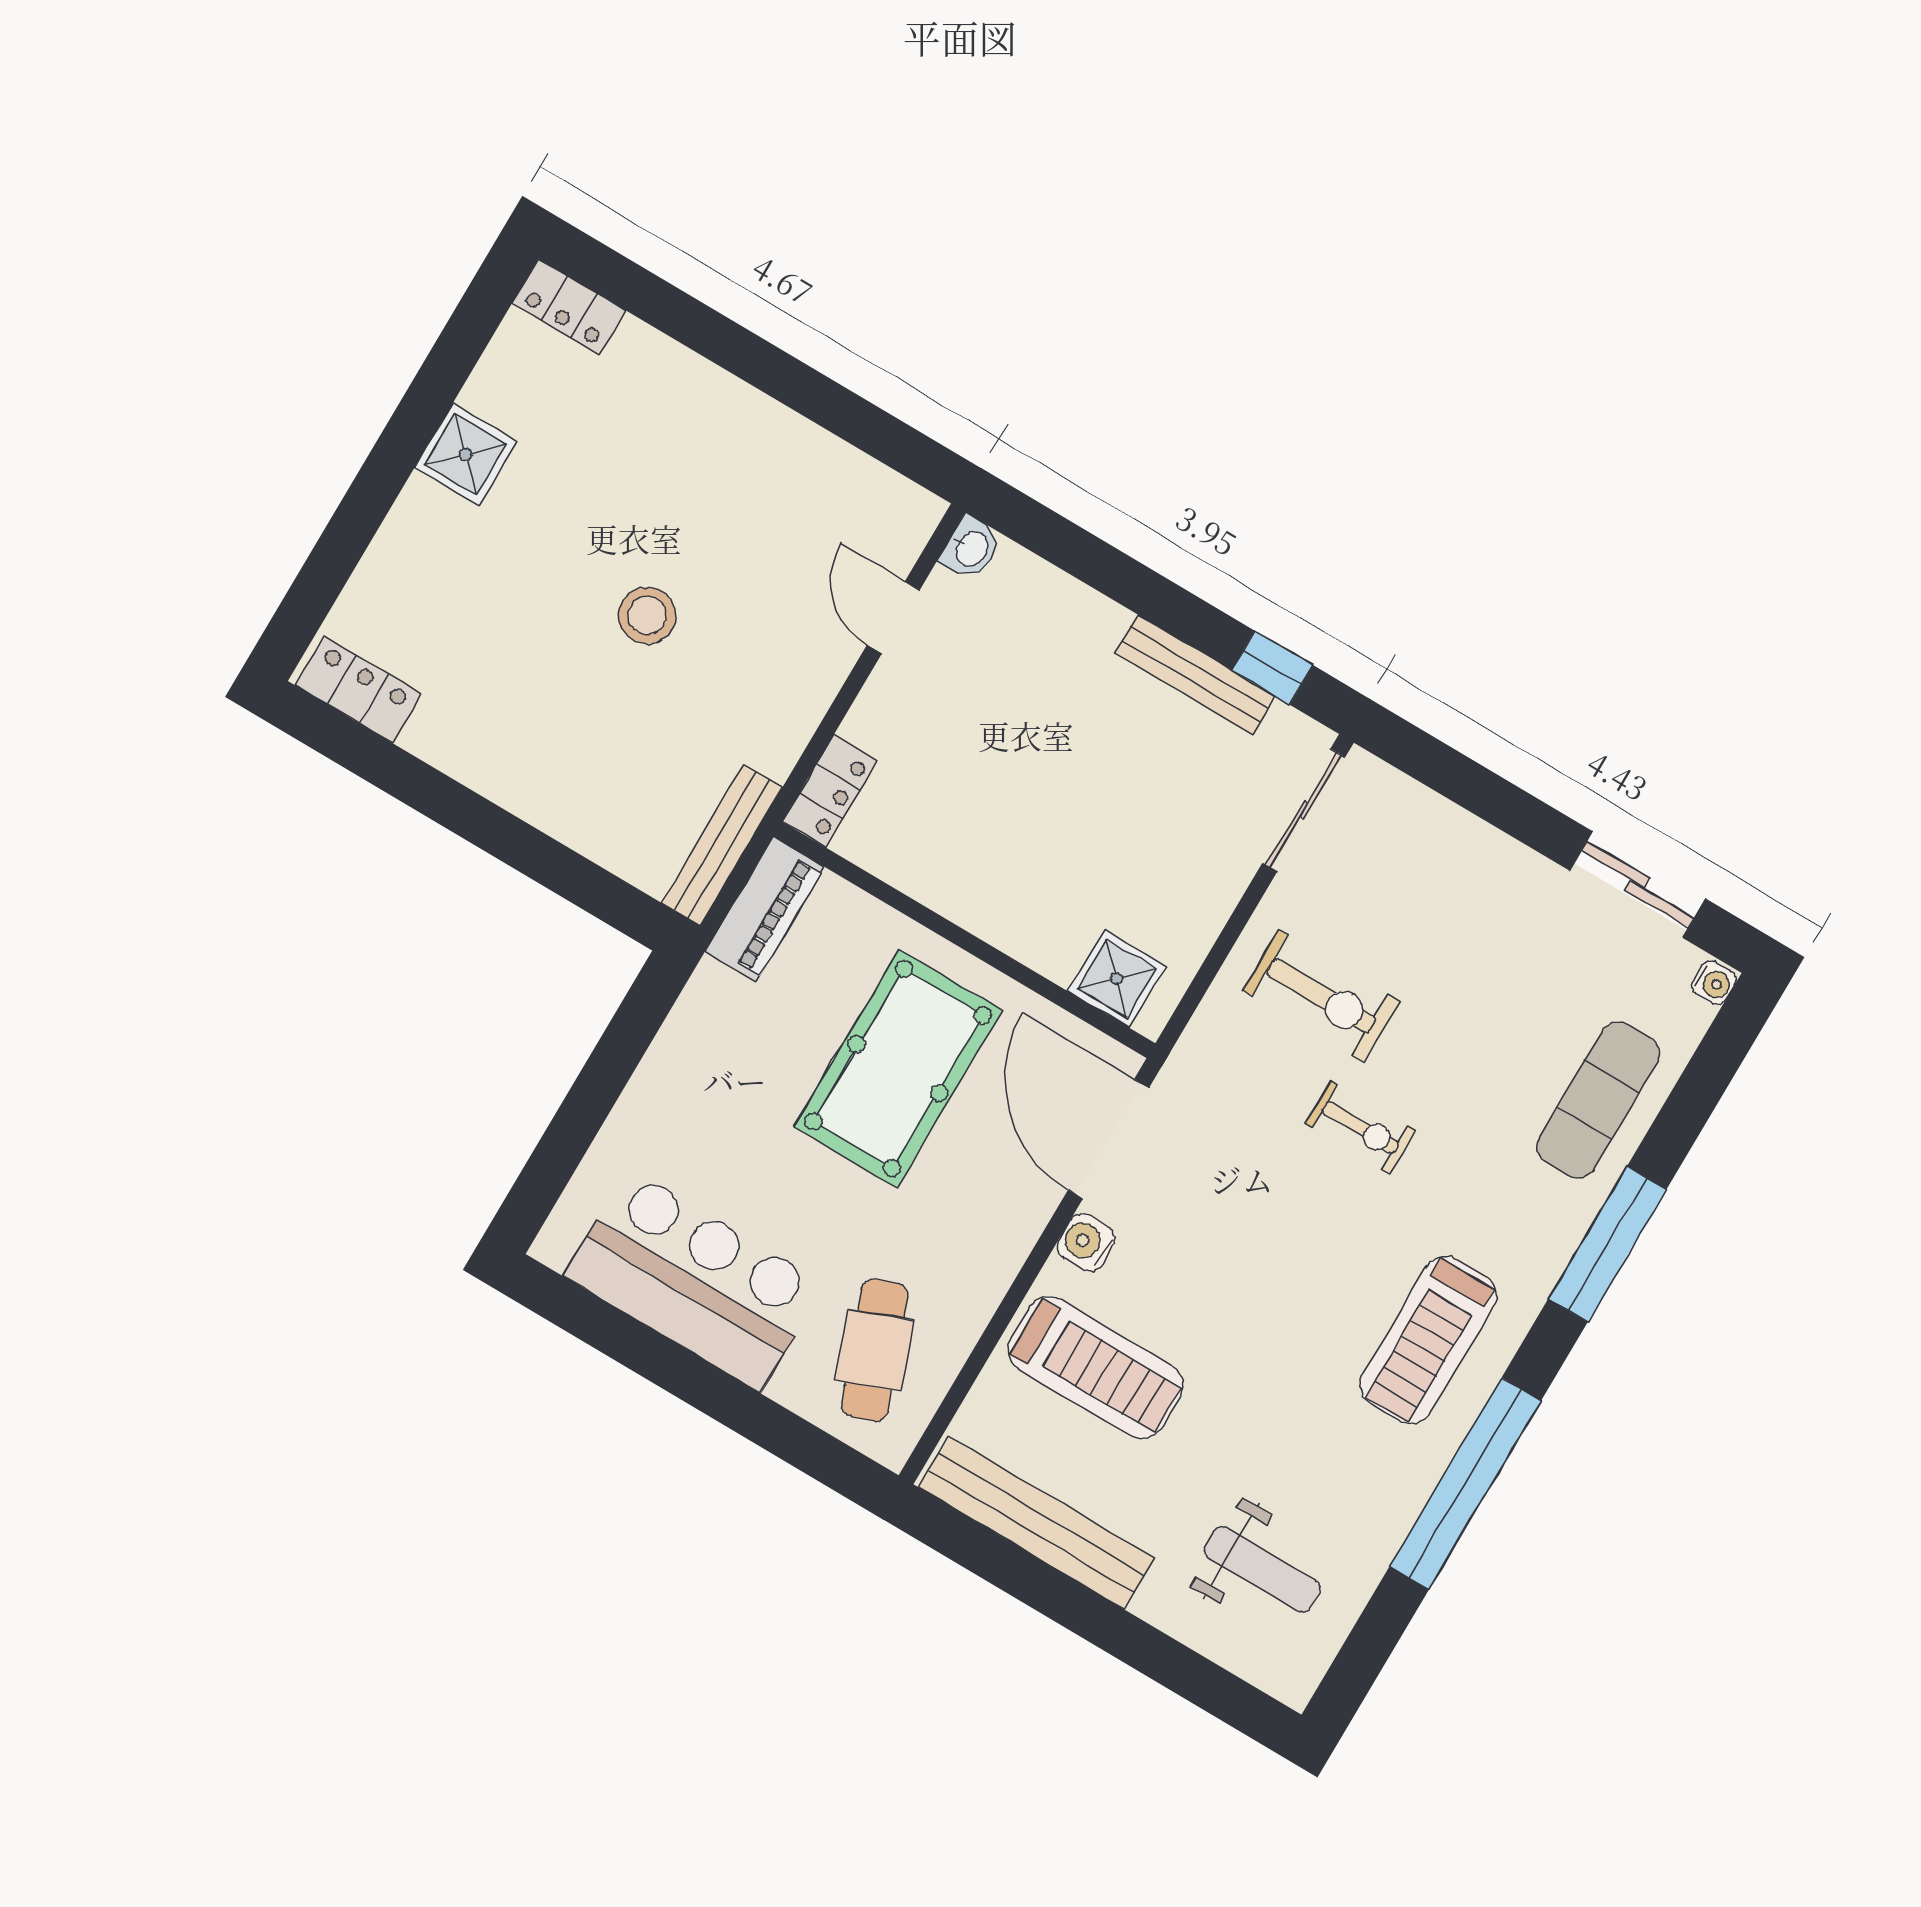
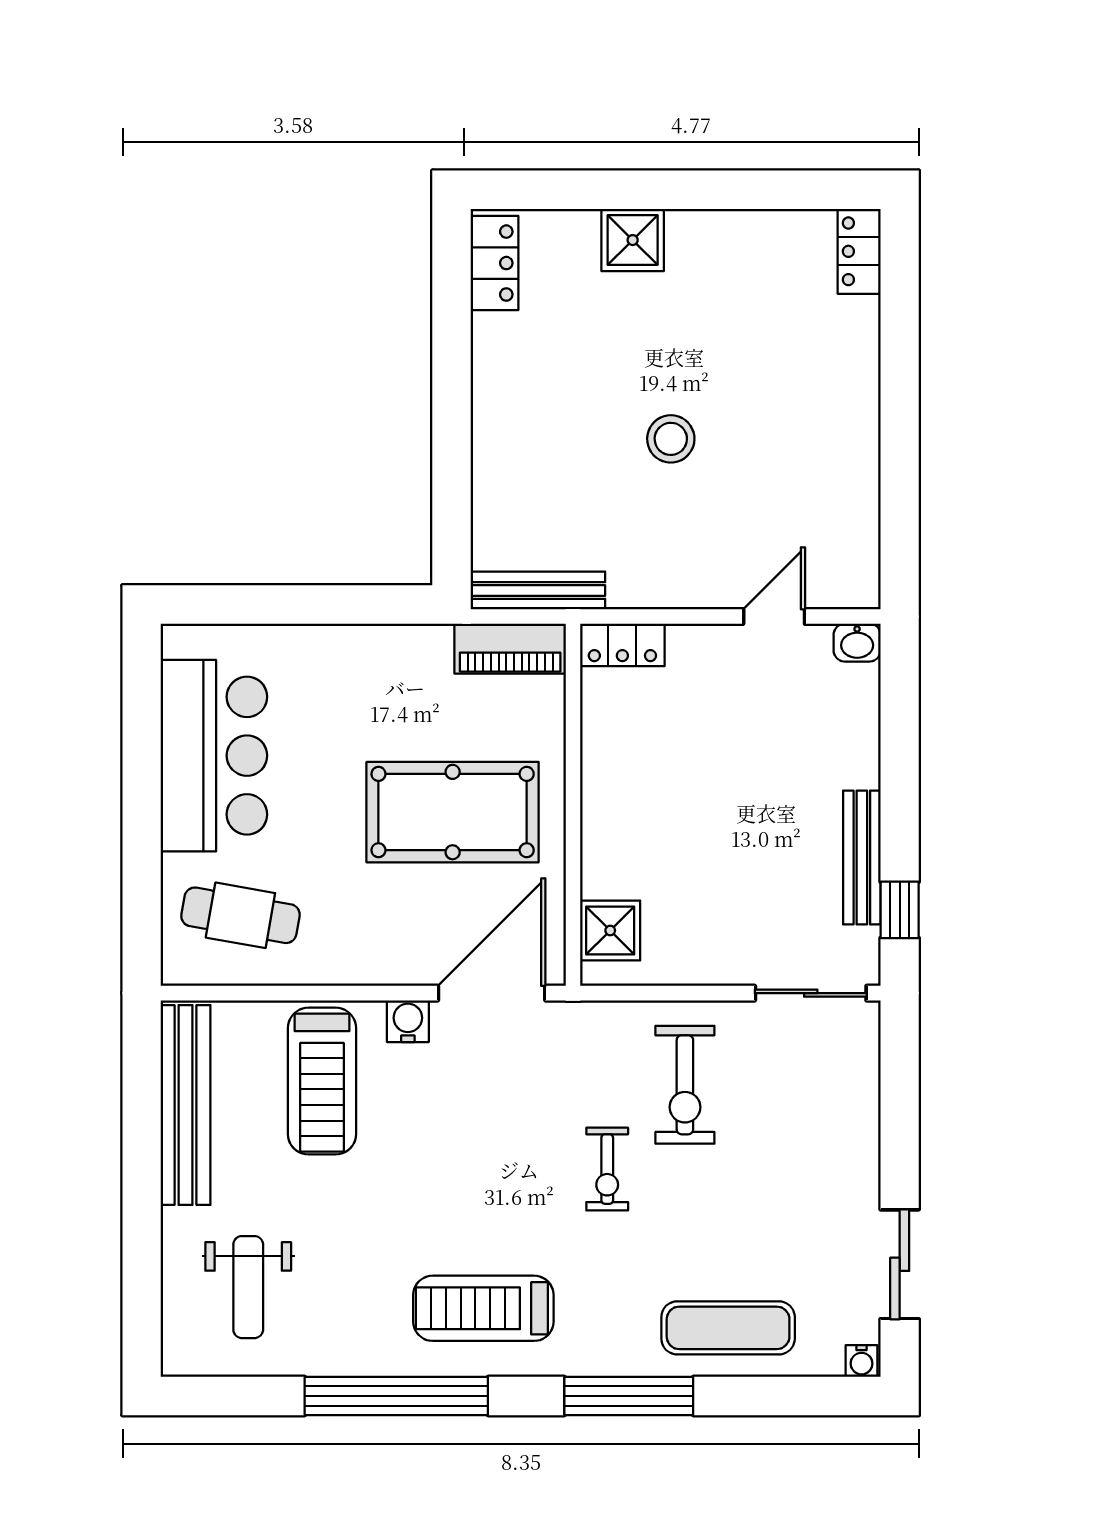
shower: (466, 454) -> (633, 240), moved
cafe table: (875, 1350) -> (240, 915), turned 31

